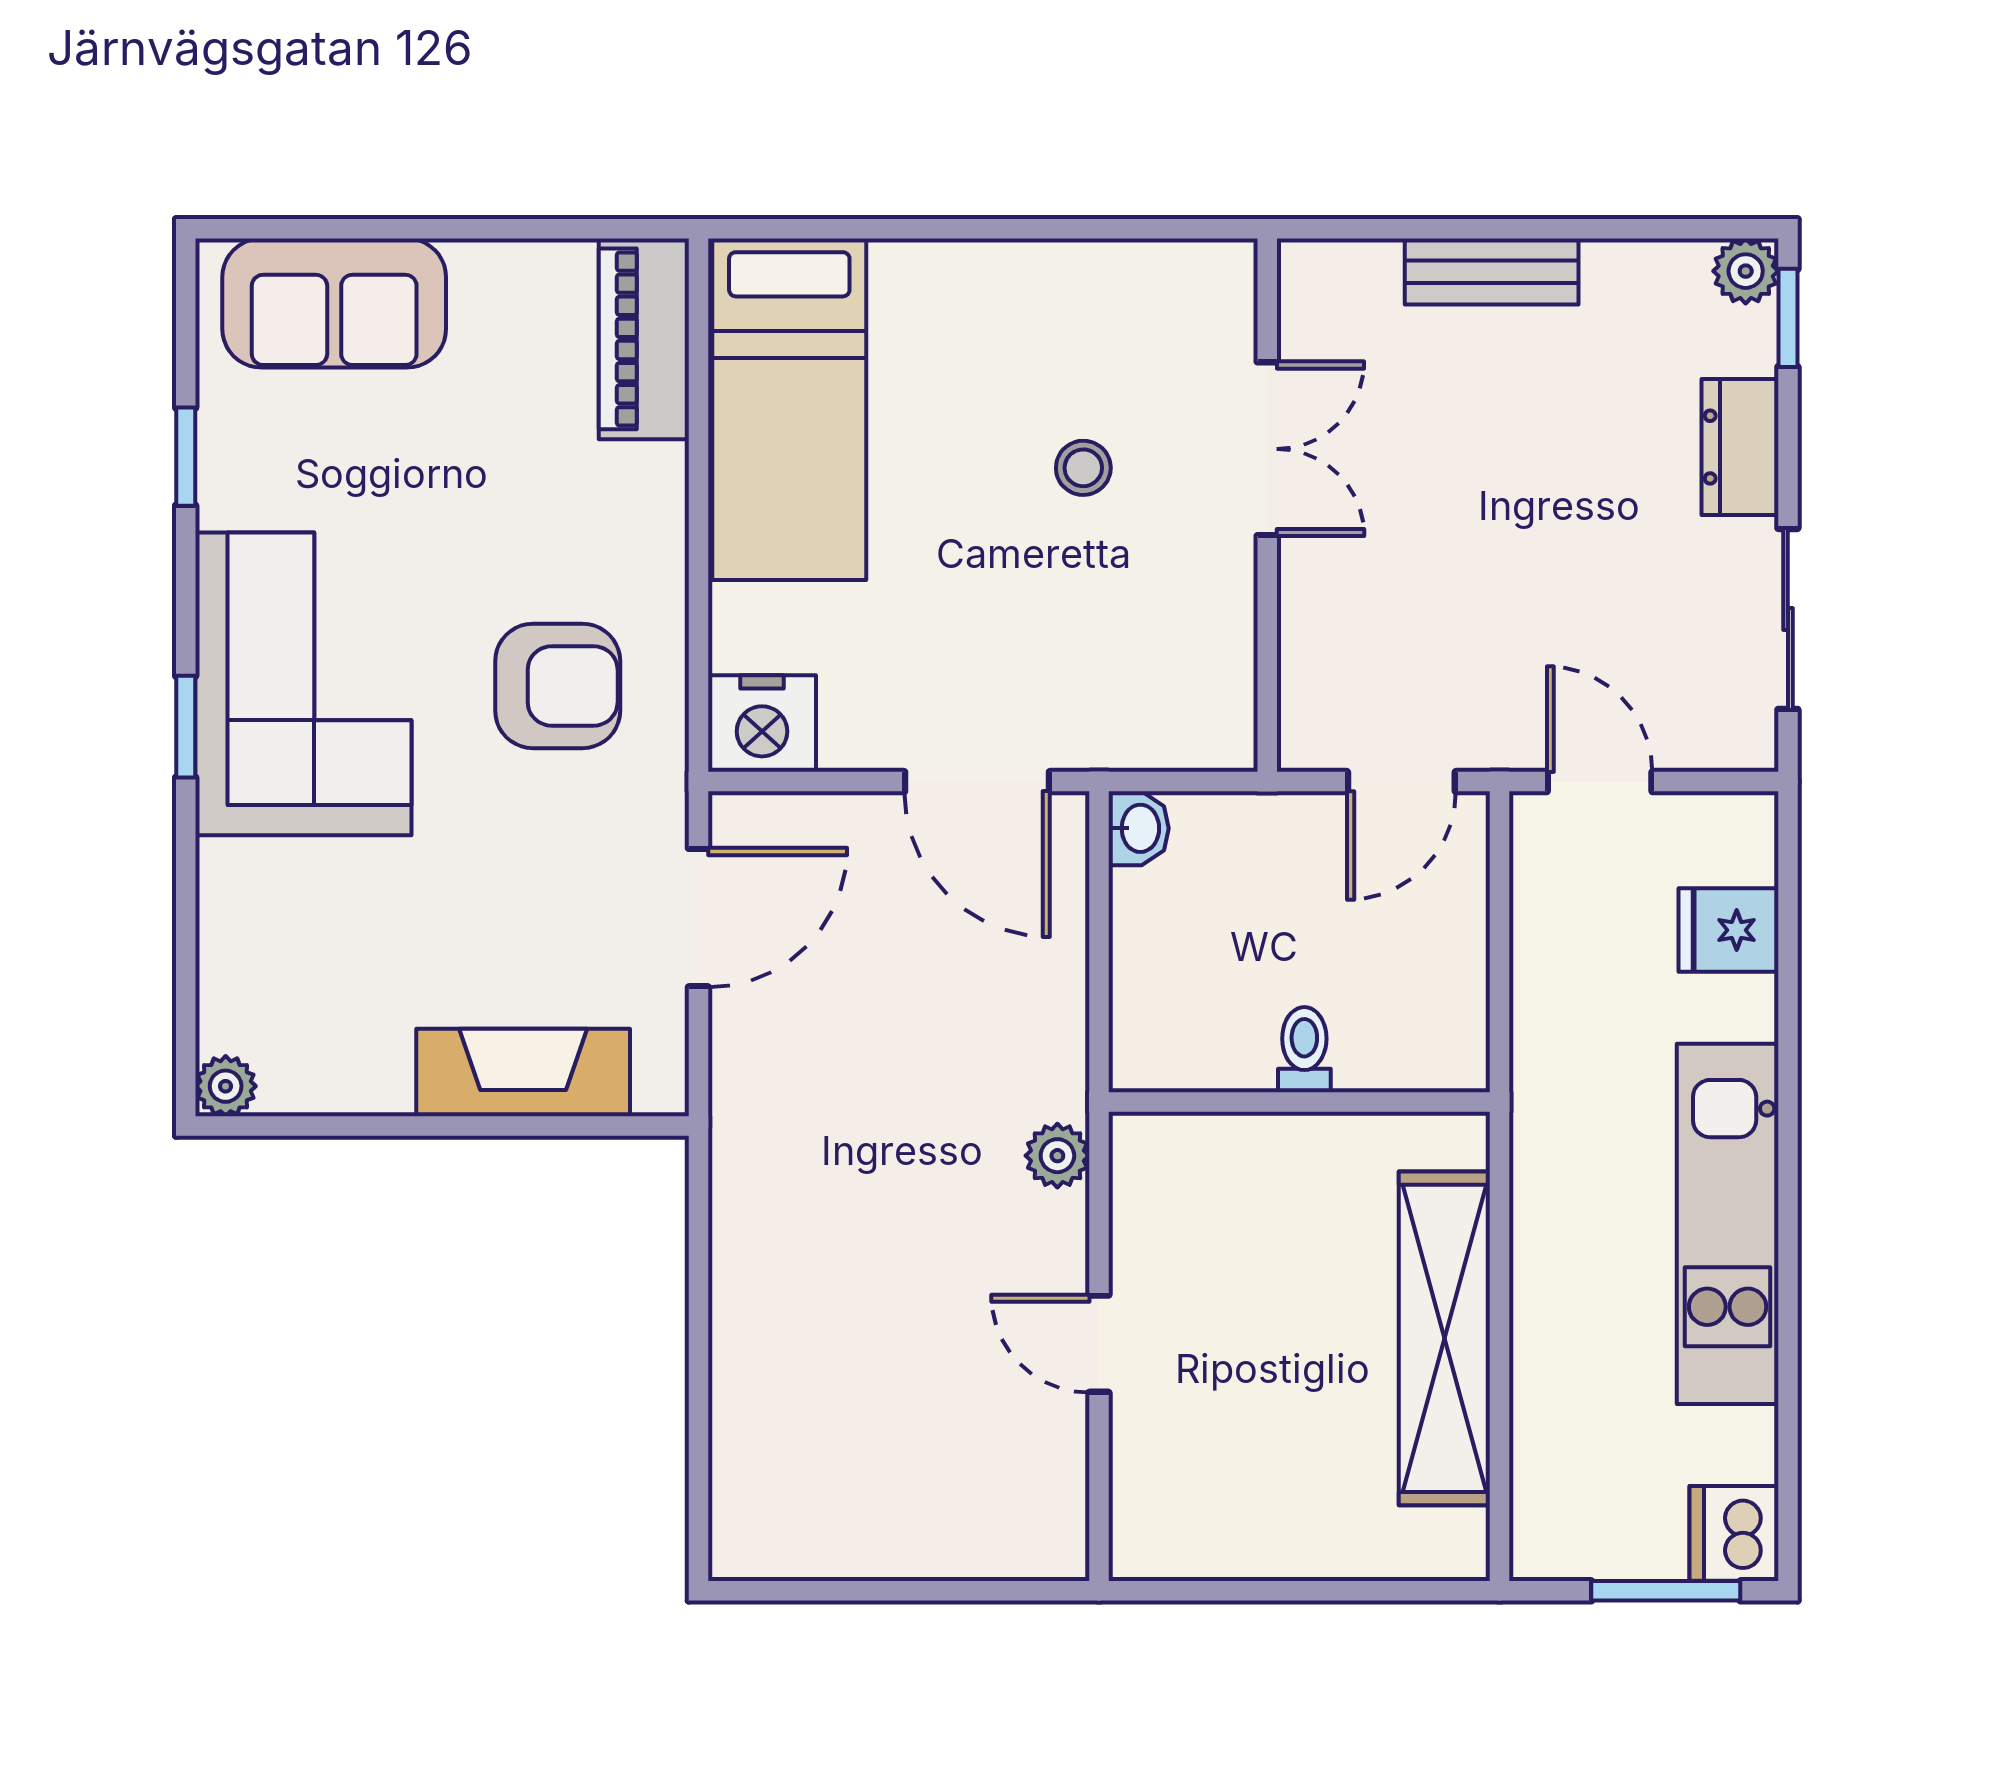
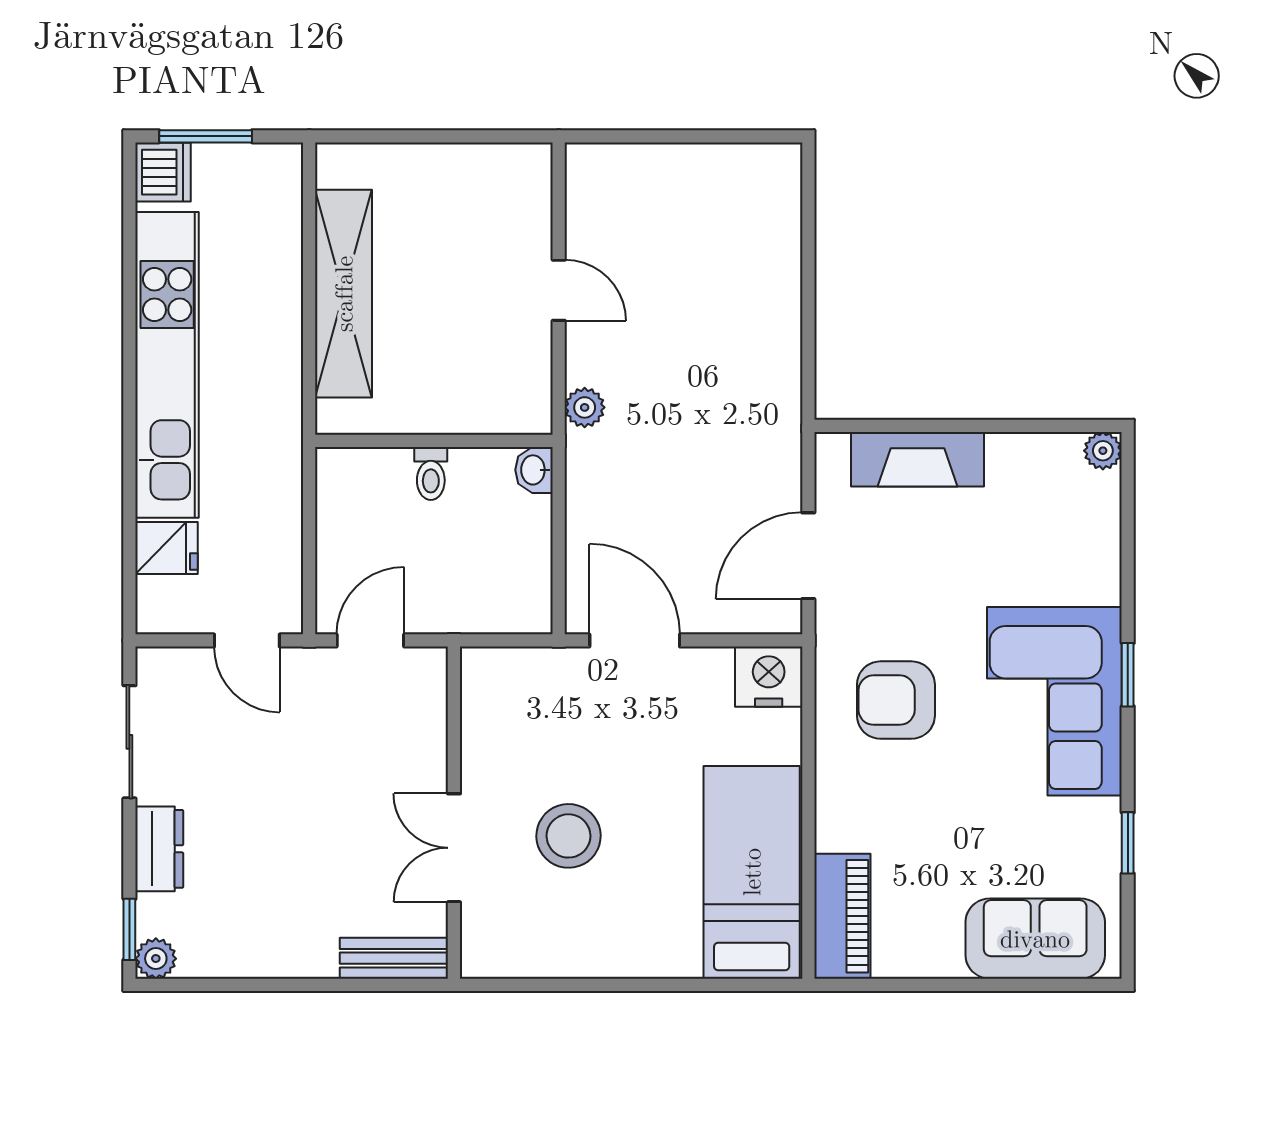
bench: (1492, 272) -> (394, 958), moved
stool: (1083, 468) -> (569, 836), width x1.89, depth x1.89
washbasin: (1139, 828) -> (534, 470), moved
kitchen unit: (1728, 1224) -> (167, 365), width x1.36

